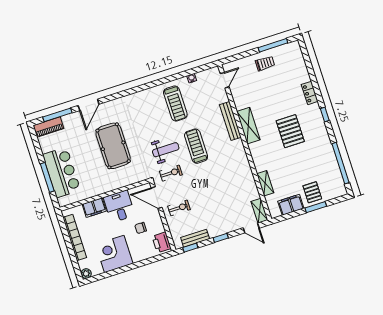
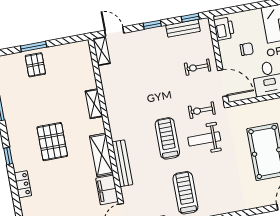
treadmill: (196, 146) -> (167, 138), turned 180
shelving: (265, 183) -> (94, 104), moved
filing cabinet: (291, 205) -> (107, 190), moved, turned 90

